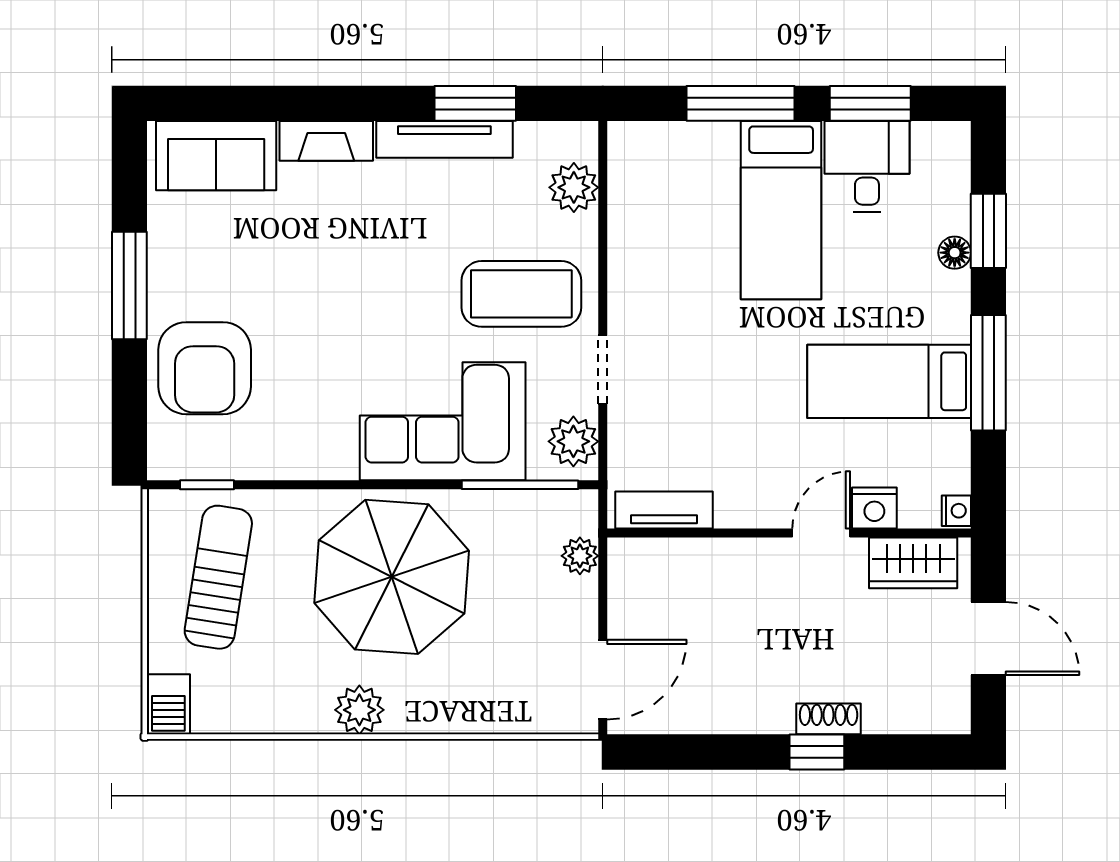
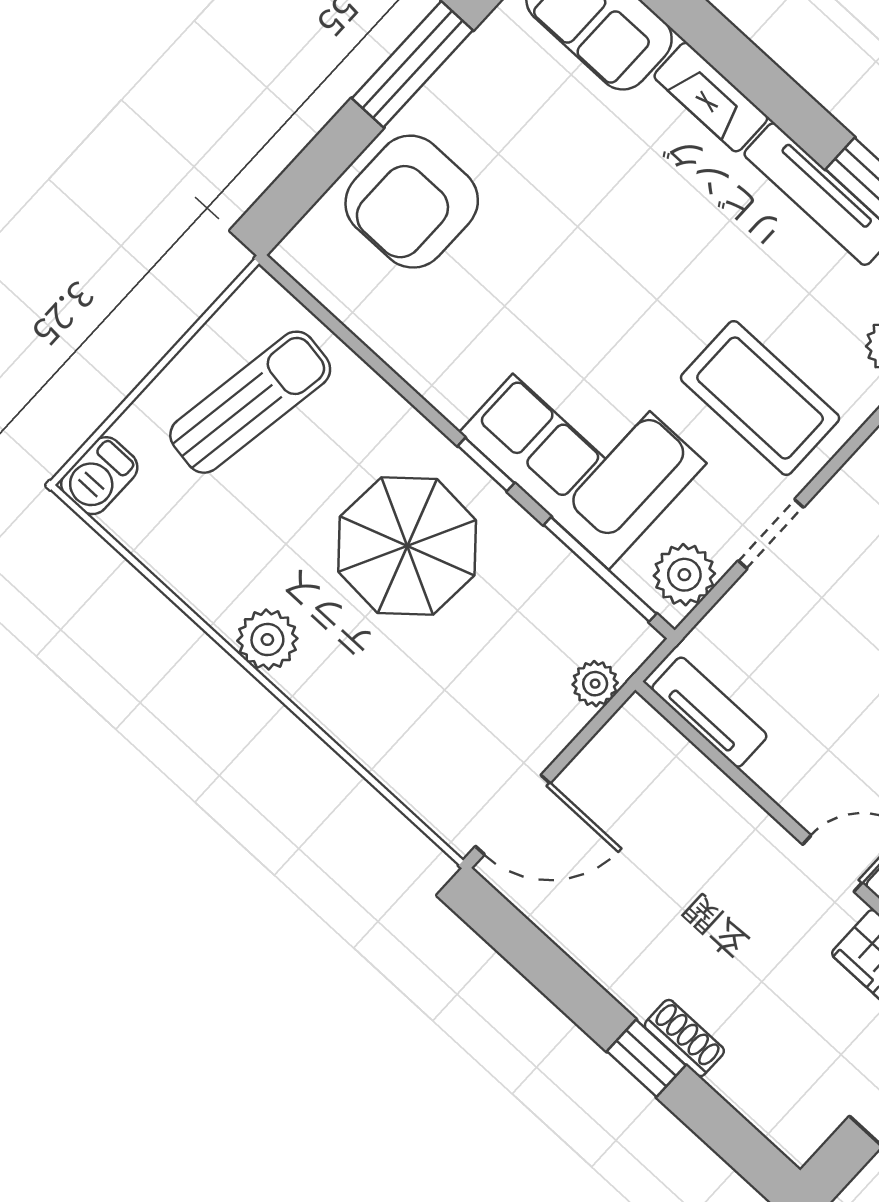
window: (207, 485) -> (486, 465), moved
parasol: (392, 577) -> (407, 546), width x0.73, depth x0.73

